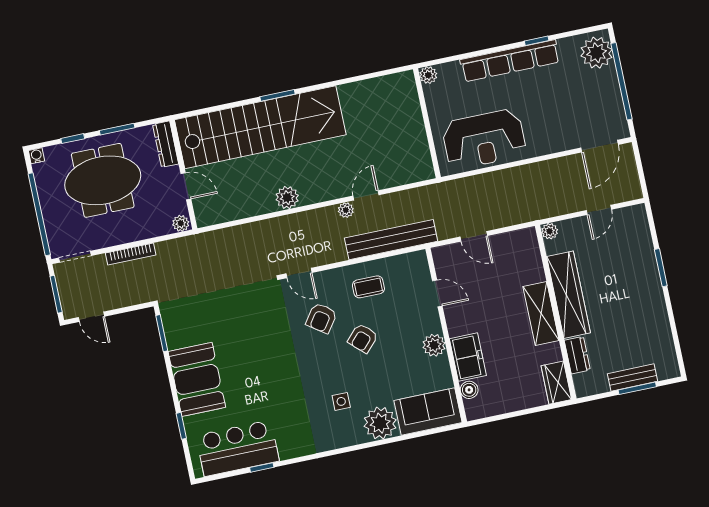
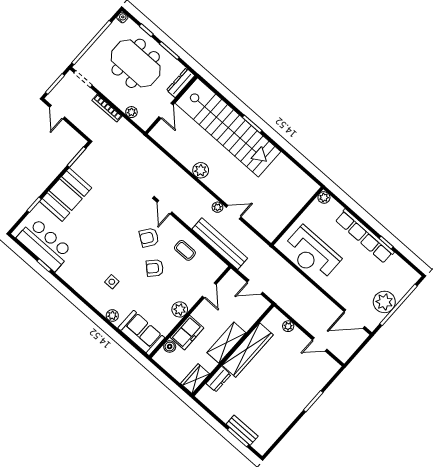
plant: (597, 53) -> (384, 302), moved
plant: (181, 223) -> (131, 112), moved
door: (474, 236) -> (255, 287), hinge flipped
wardrobe: (568, 295) -> (248, 350), moved
wall: (556, 312) -> (233, 350), moved
shelving: (541, 314) -> (226, 343), moved
dresser: (577, 355) -> (218, 379), moved
wardrobe: (556, 383) -> (195, 379), moved
plant: (380, 423) -> (112, 315), width x0.53, depth x0.53

